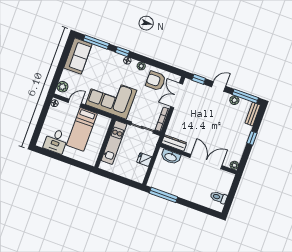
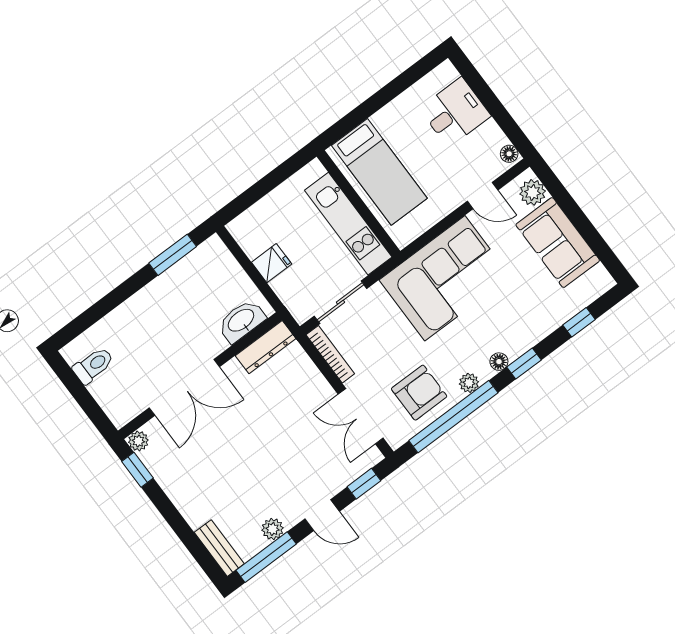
window: (96, 42) -> (579, 322), width x0.46
sofa: (78, 56) -> (558, 243), moved
window: (156, 64) -> (453, 417), added
door: (219, 86) -> (322, 515), hinge flipped
double door: (177, 95) -> (361, 416), swing flipped
door: (75, 103) -> (483, 196), hinge flipped
bed: (82, 129) -> (379, 172), moved, turned 180
window: (252, 138) -> (138, 470), moved
desk: (56, 141) -> (455, 112), moved, turned 90
window: (164, 195) -> (173, 255), width x0.69

